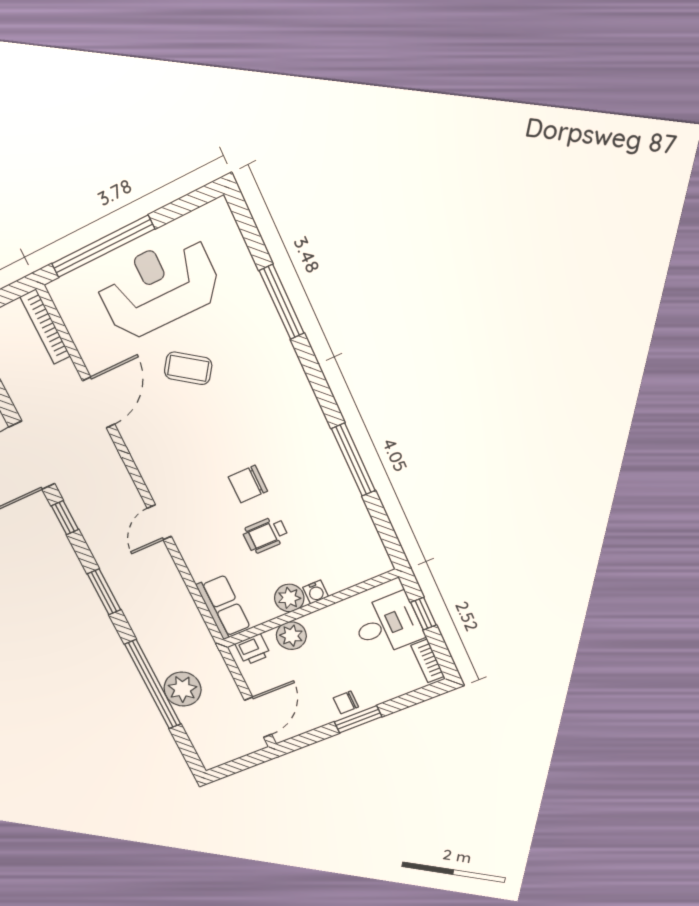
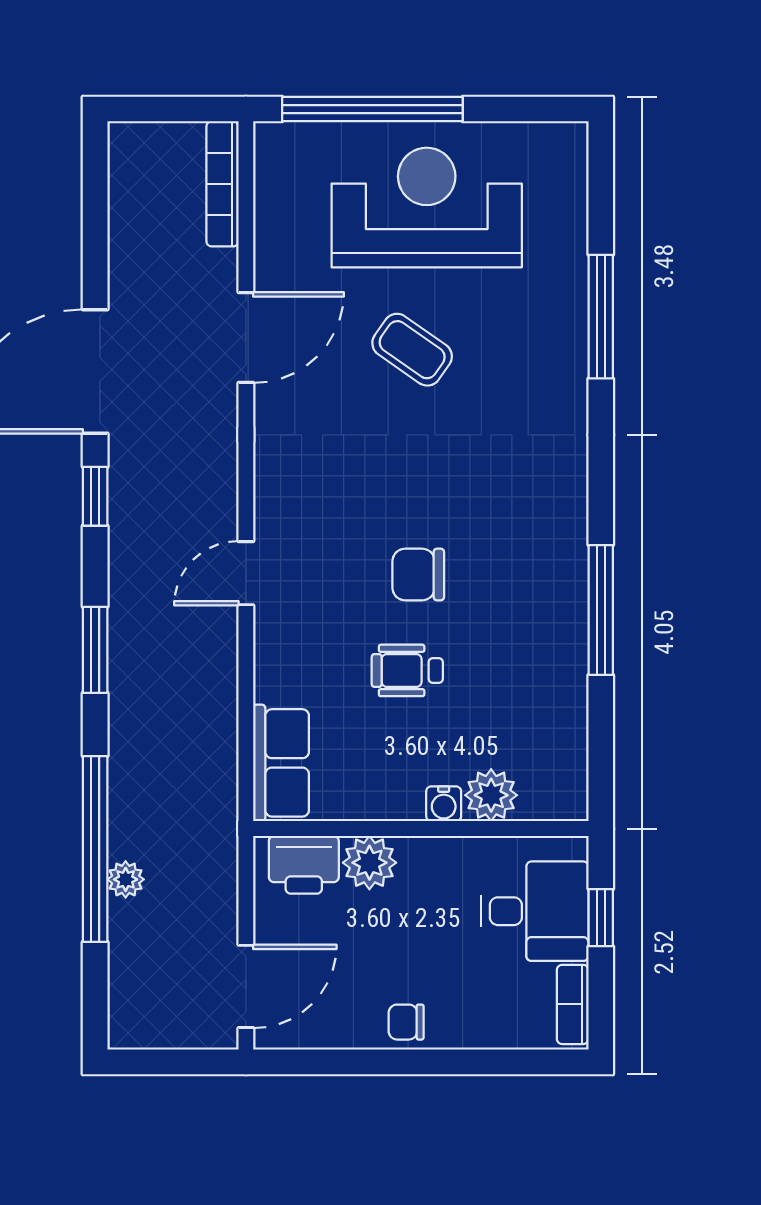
plant: (289, 598) -> (491, 795), moved
printer: (253, 649) -> (304, 865), width x1.36, depth x1.24
plant: (183, 689) -> (126, 879), width x0.53, depth x0.53
window: (358, 719) -> (413, 1062), removed

